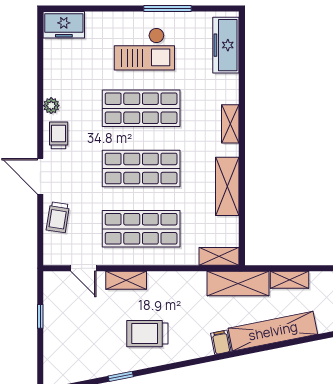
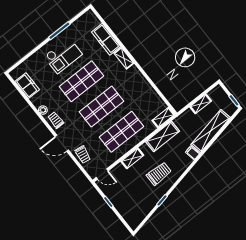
freezer: (64, 25) -> (27, 86), moved, turned -90
freezer: (226, 45) -> (106, 39), moved
shelving: (227, 186) -> (143, 85), removed
door: (83, 268) -> (102, 174), moved
shelving: (238, 283) -> (163, 136), moved
trolley: (147, 334) -> (159, 174), turned 180

